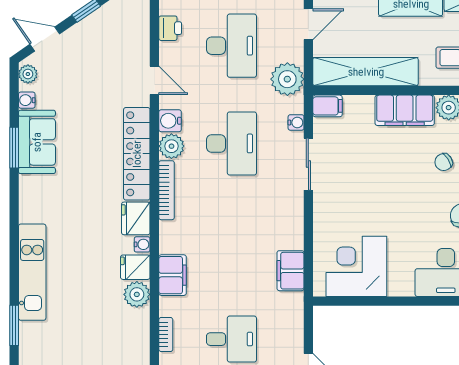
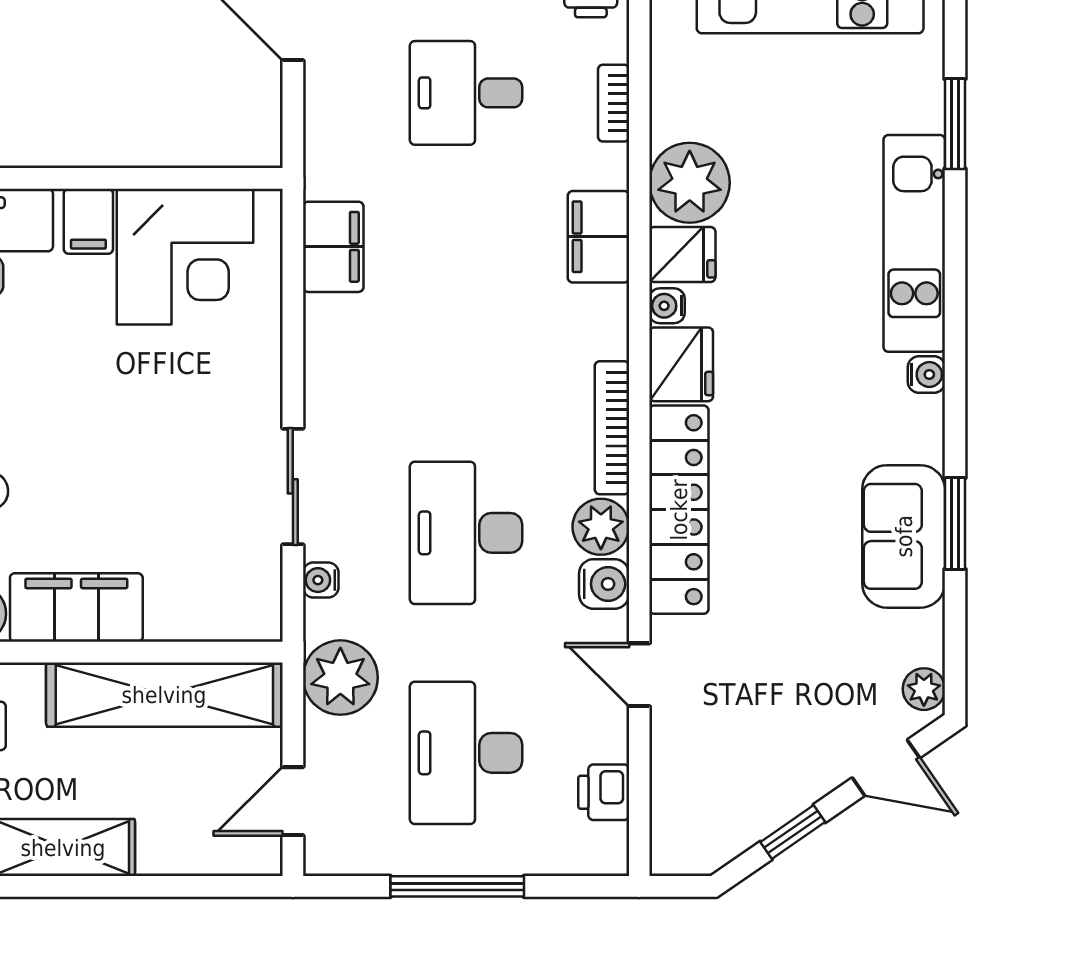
water cooler: (27, 100) -> (926, 375), moved
filing cabinet: (327, 106) -> (88, 221), moved, turned -90
plant: (137, 294) -> (690, 183), width x1.36, depth x1.36

